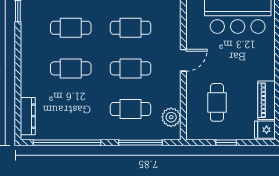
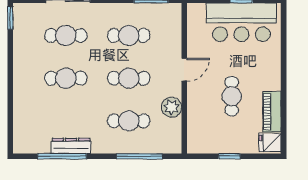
cafe table: (217, 102) -> (232, 96), moved
dresser: (28, 116) -> (71, 146), moved, turned -90
plant: (171, 117) -> (172, 107), moved
window: (67, 143) -> (62, 156), width x0.68

